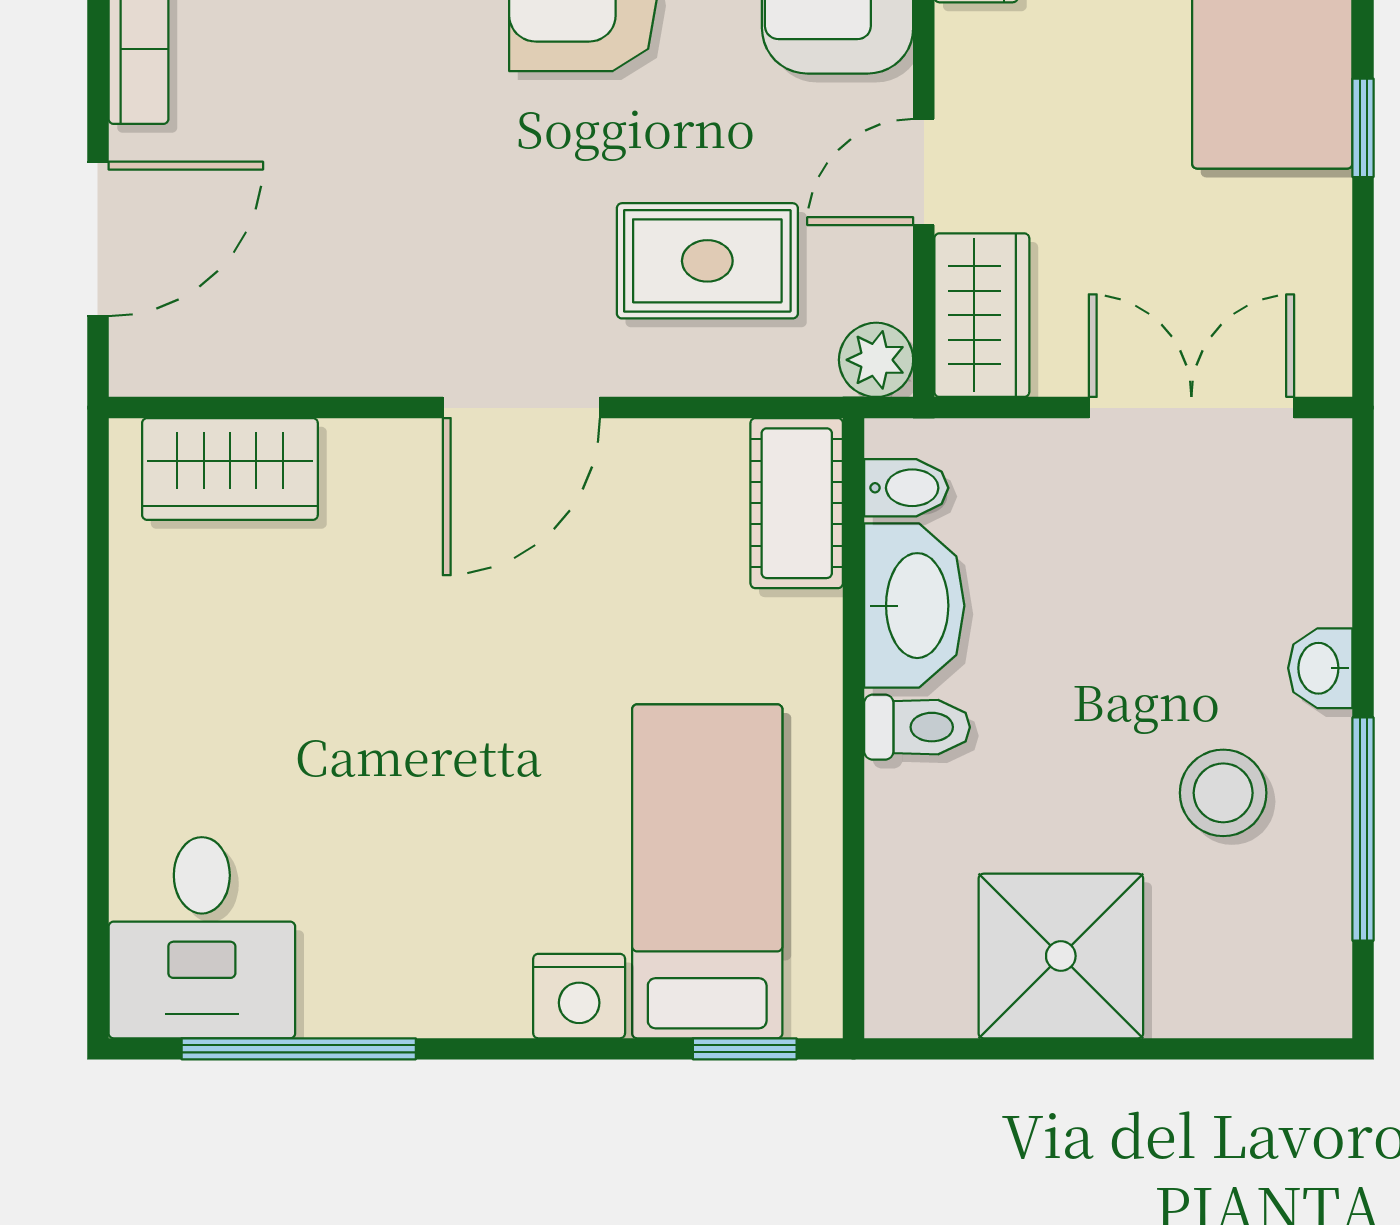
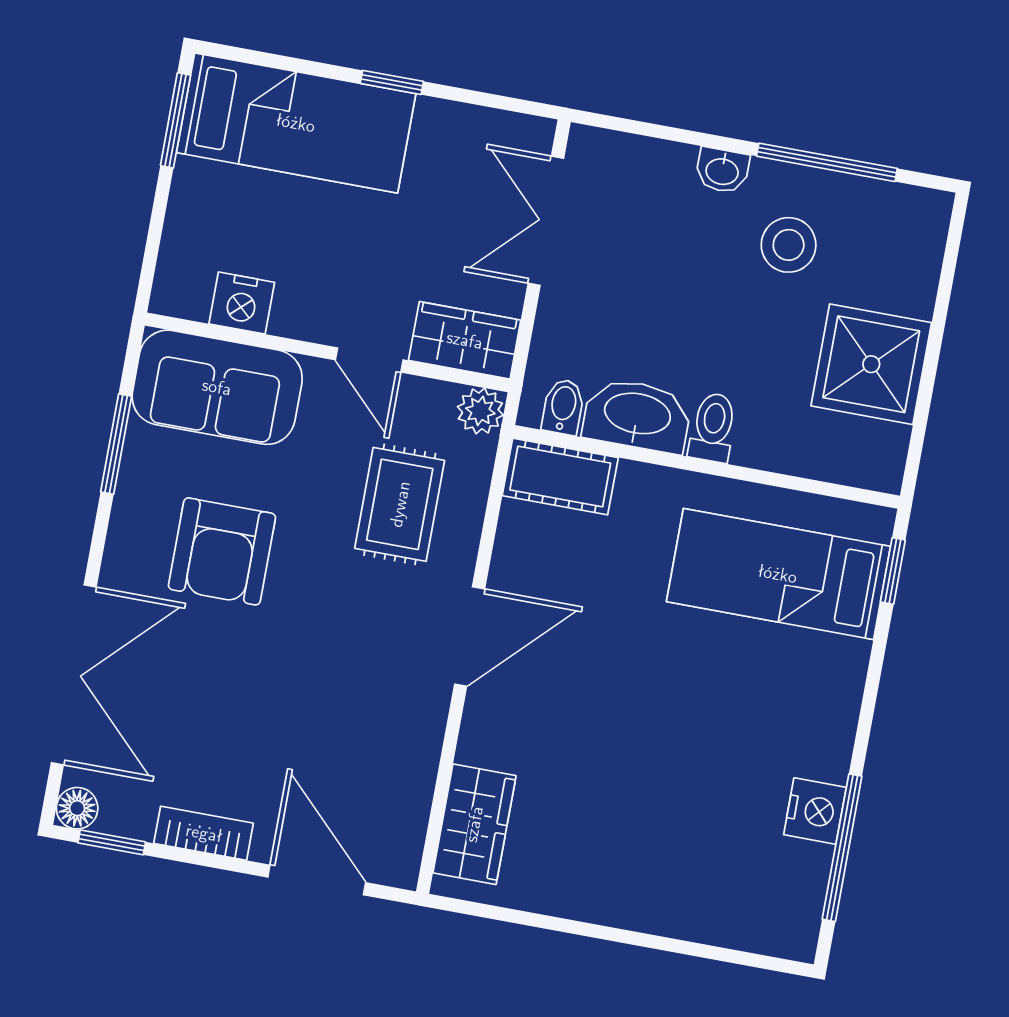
door: (521, 408) -> (470, 637), hinge flipped
desk: (202, 938) -> (762, 895), removed
nightstand: (579, 996) -> (815, 811), moved

